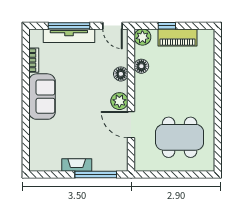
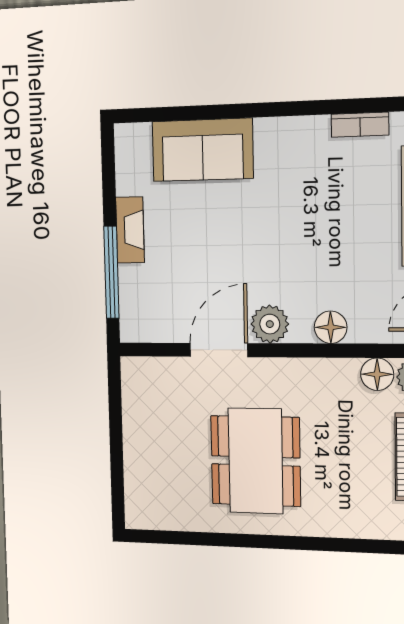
floor lamp: (141, 66) -> (377, 374), moved
sofa: (42, 97) -> (202, 150), moved
dining table: (180, 137) -> (256, 461), moved

